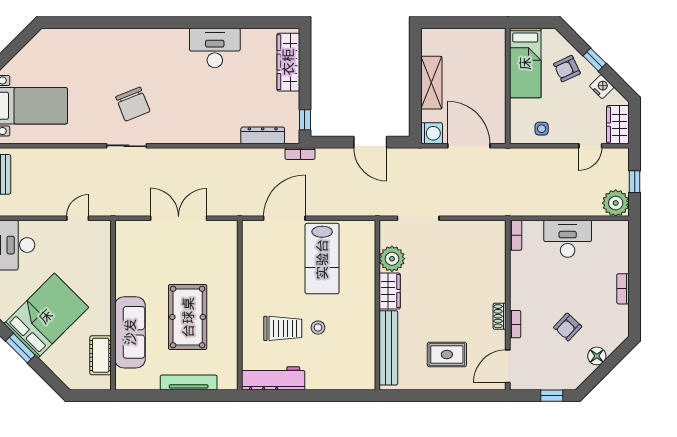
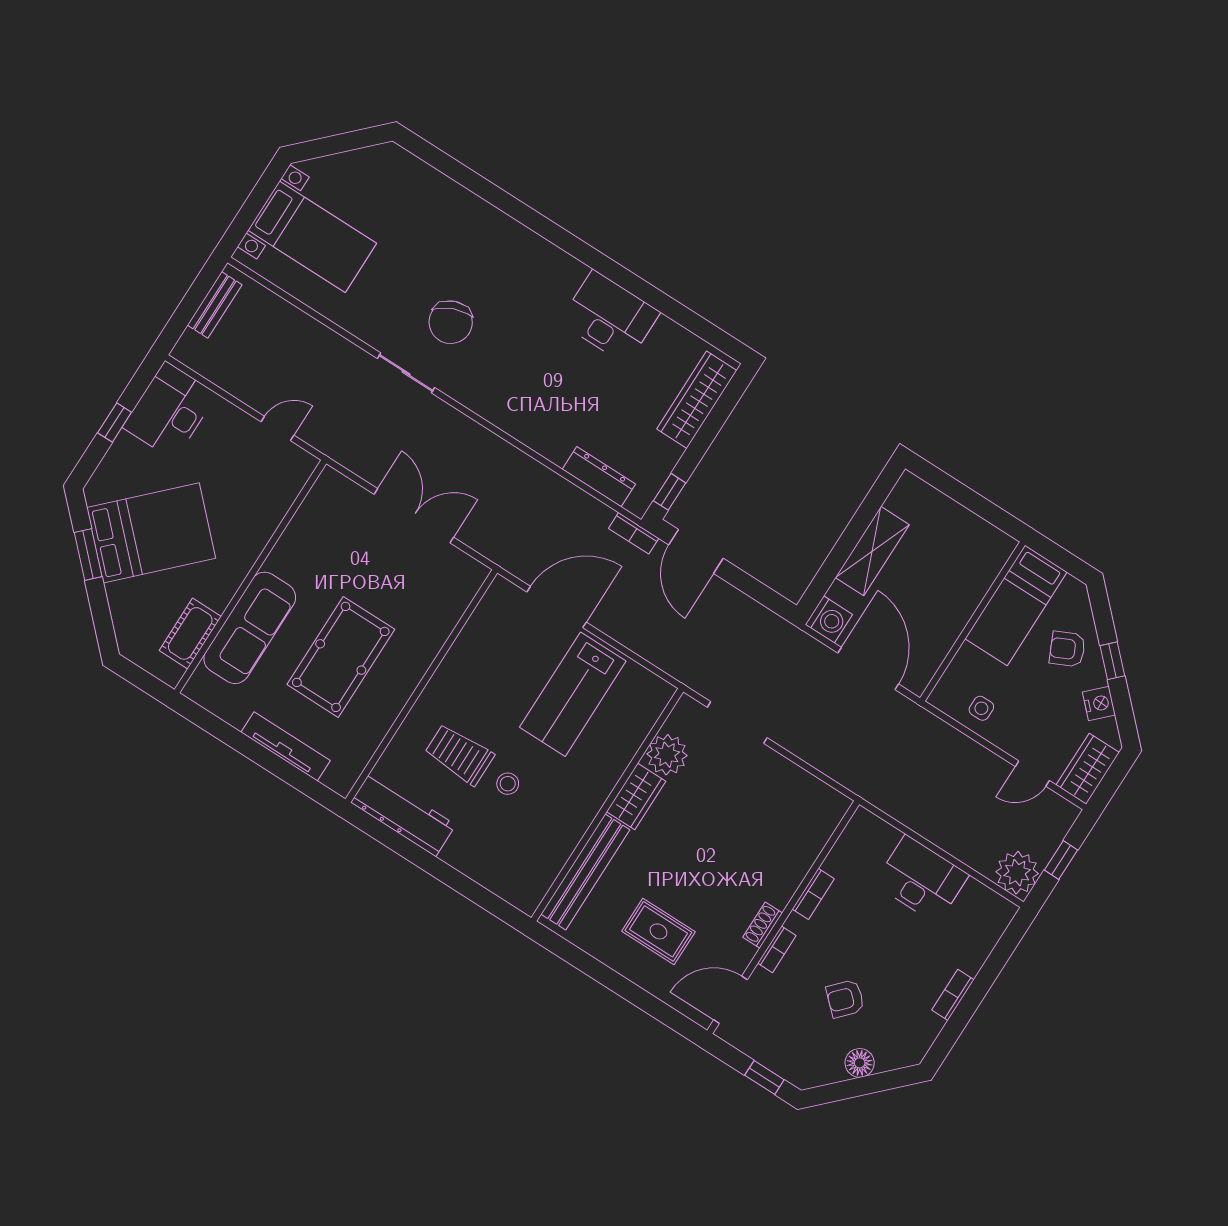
door: (370, 142) -> (696, 551), moved
bookcase: (516, 235) -> (813, 894), moved
trolley: (283, 328) -> (459, 754), turned 180

